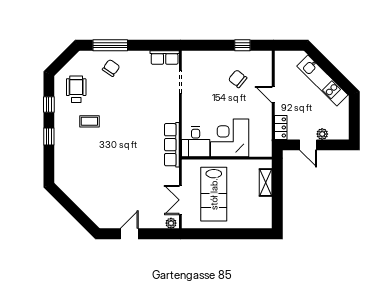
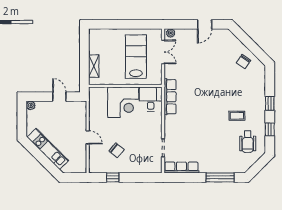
row of seats: (165, 58) -> (181, 168), width x1.48
chair: (111, 68) -> (244, 62), moved
locker: (281, 127) -> (82, 111), removed
plant: (322, 134) -> (31, 105), moved

